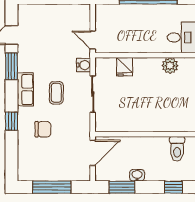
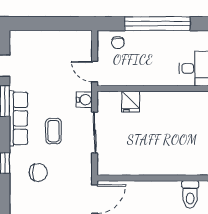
chair: (113, 15) -> (118, 43), added
plant: (170, 66) -> (182, 100), removed
row of seats: (25, 89) -> (18, 118), width x1.48

